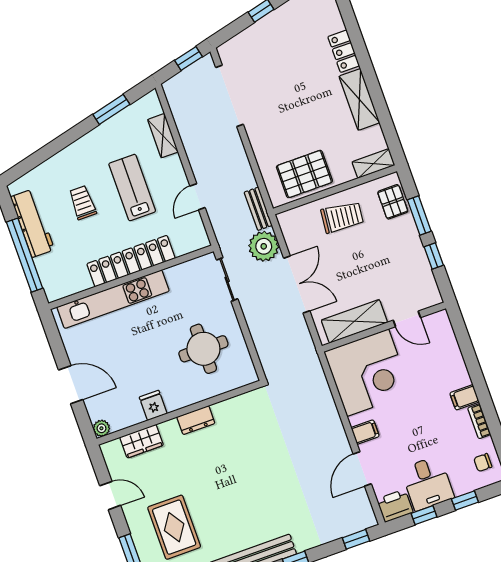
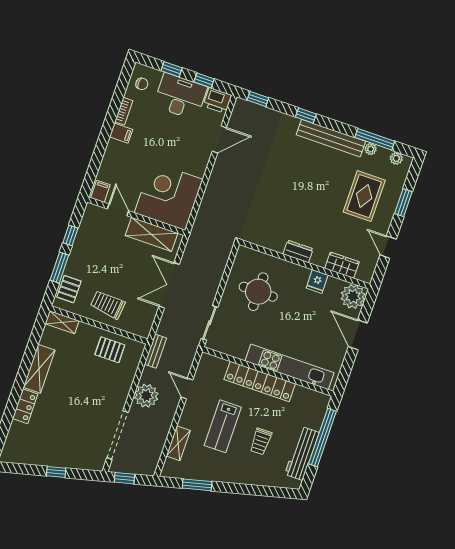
pallet: (304, 174) -> (110, 350), width x0.67, depth x0.71
door: (198, 197) -> (187, 388), swing flipped
plant: (264, 246) -> (146, 396), moved
plant: (101, 428) -> (353, 296), width x1.87, depth x1.87
filing cabinet: (365, 432) -> (100, 191), moved, turned 90
desk: (427, 483) -> (180, 96), width x1.37

